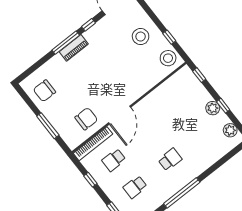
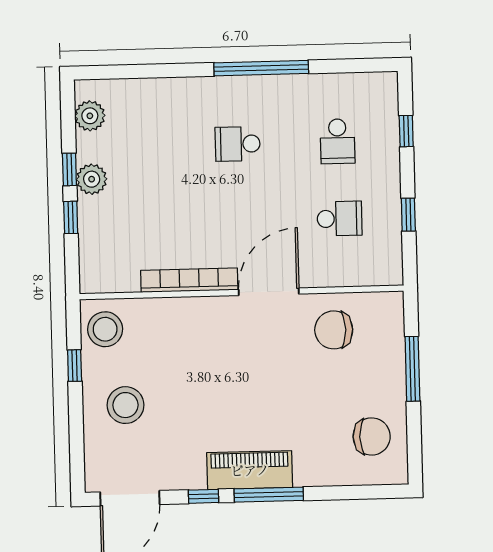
piano: (74, 48) -> (250, 470), width x1.37, depth x1.33
window: (199, 75) -> (71, 217), moved
bookcase: (93, 144) -> (189, 280), moved
school desk: (135, 187) -> (338, 141), turned 90

